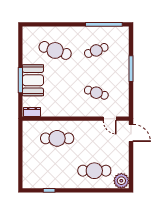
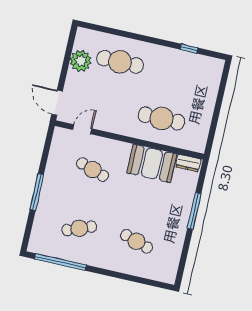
cafe table: (55, 50) -> (137, 241), width x0.73, depth x0.74
booth: (33, 80) -> (152, 163), moved, turned 90
door: (110, 119) -> (82, 129), hinge flipped
plant: (121, 181) -> (81, 61), moved

